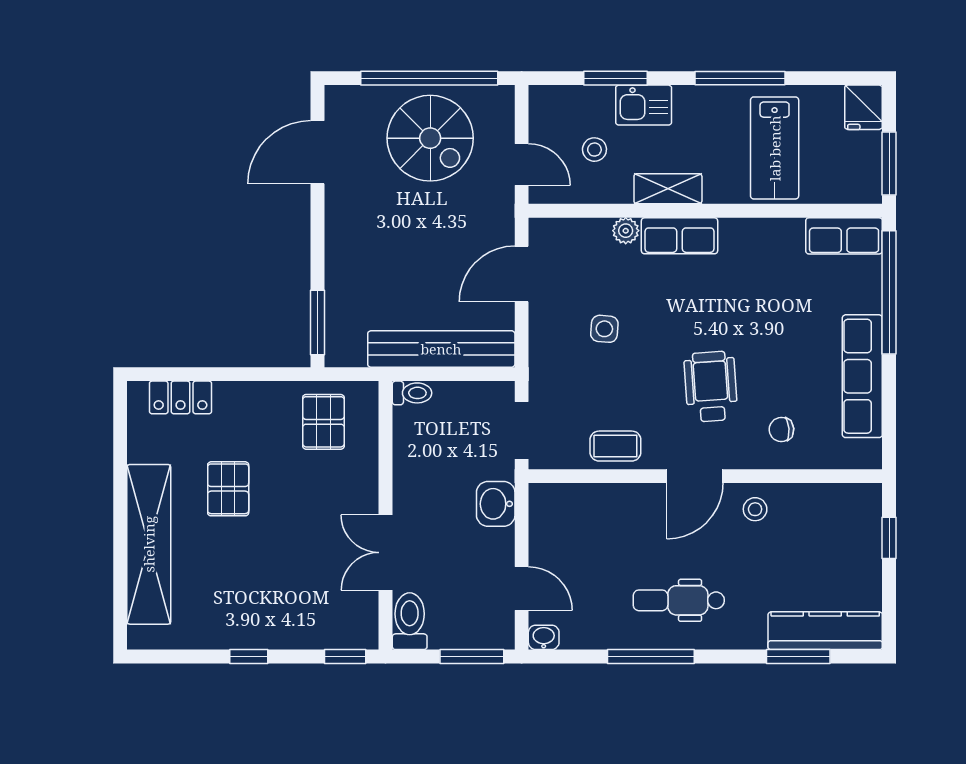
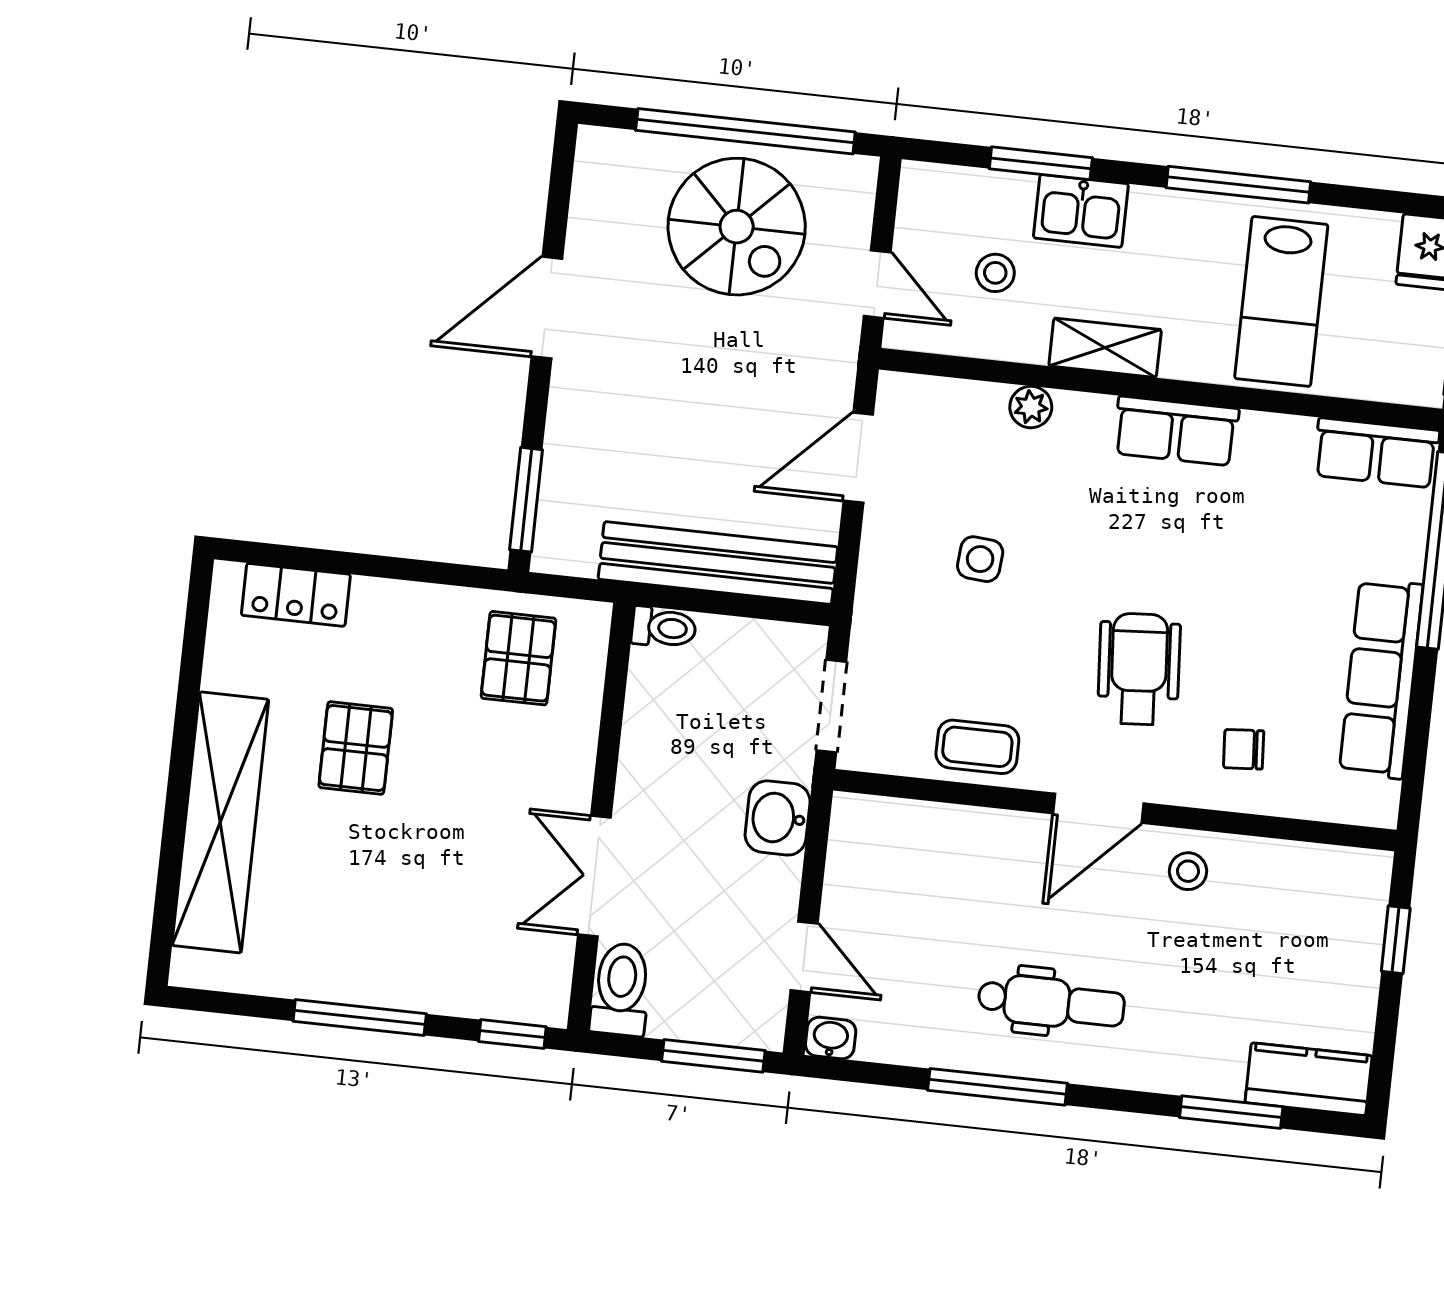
door: (318, 152) -> (547, 308), moved
row of seats: (680, 236) -> (1176, 431), moved
dental chair: (679, 600) -> (1051, 1003), turned 180
kitchen counter: (825, 631) -> (1309, 1079), width x0.67
window: (249, 656) -> (360, 1018), width x2.17

